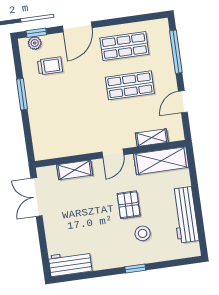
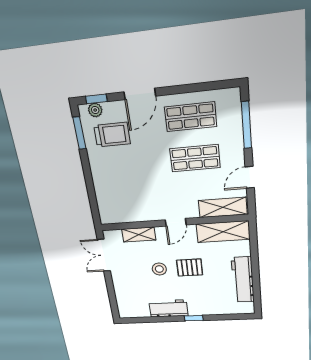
trolley: (50, 66) -> (112, 135), width x1.36, depth x1.39
window: (22, 94) -> (79, 133), moved
shelving: (152, 138) -> (223, 207), width x1.50, depth x1.33
pallet: (129, 205) -> (190, 268), turned 90
stool: (143, 233) -> (159, 269), moved
workbench: (70, 263) -> (168, 308), moved

